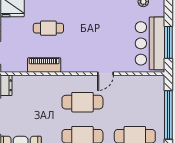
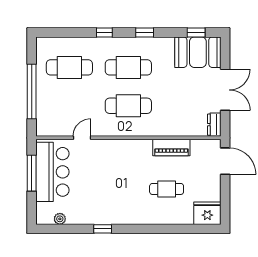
door: (105, 74) -> (82, 138), moved

